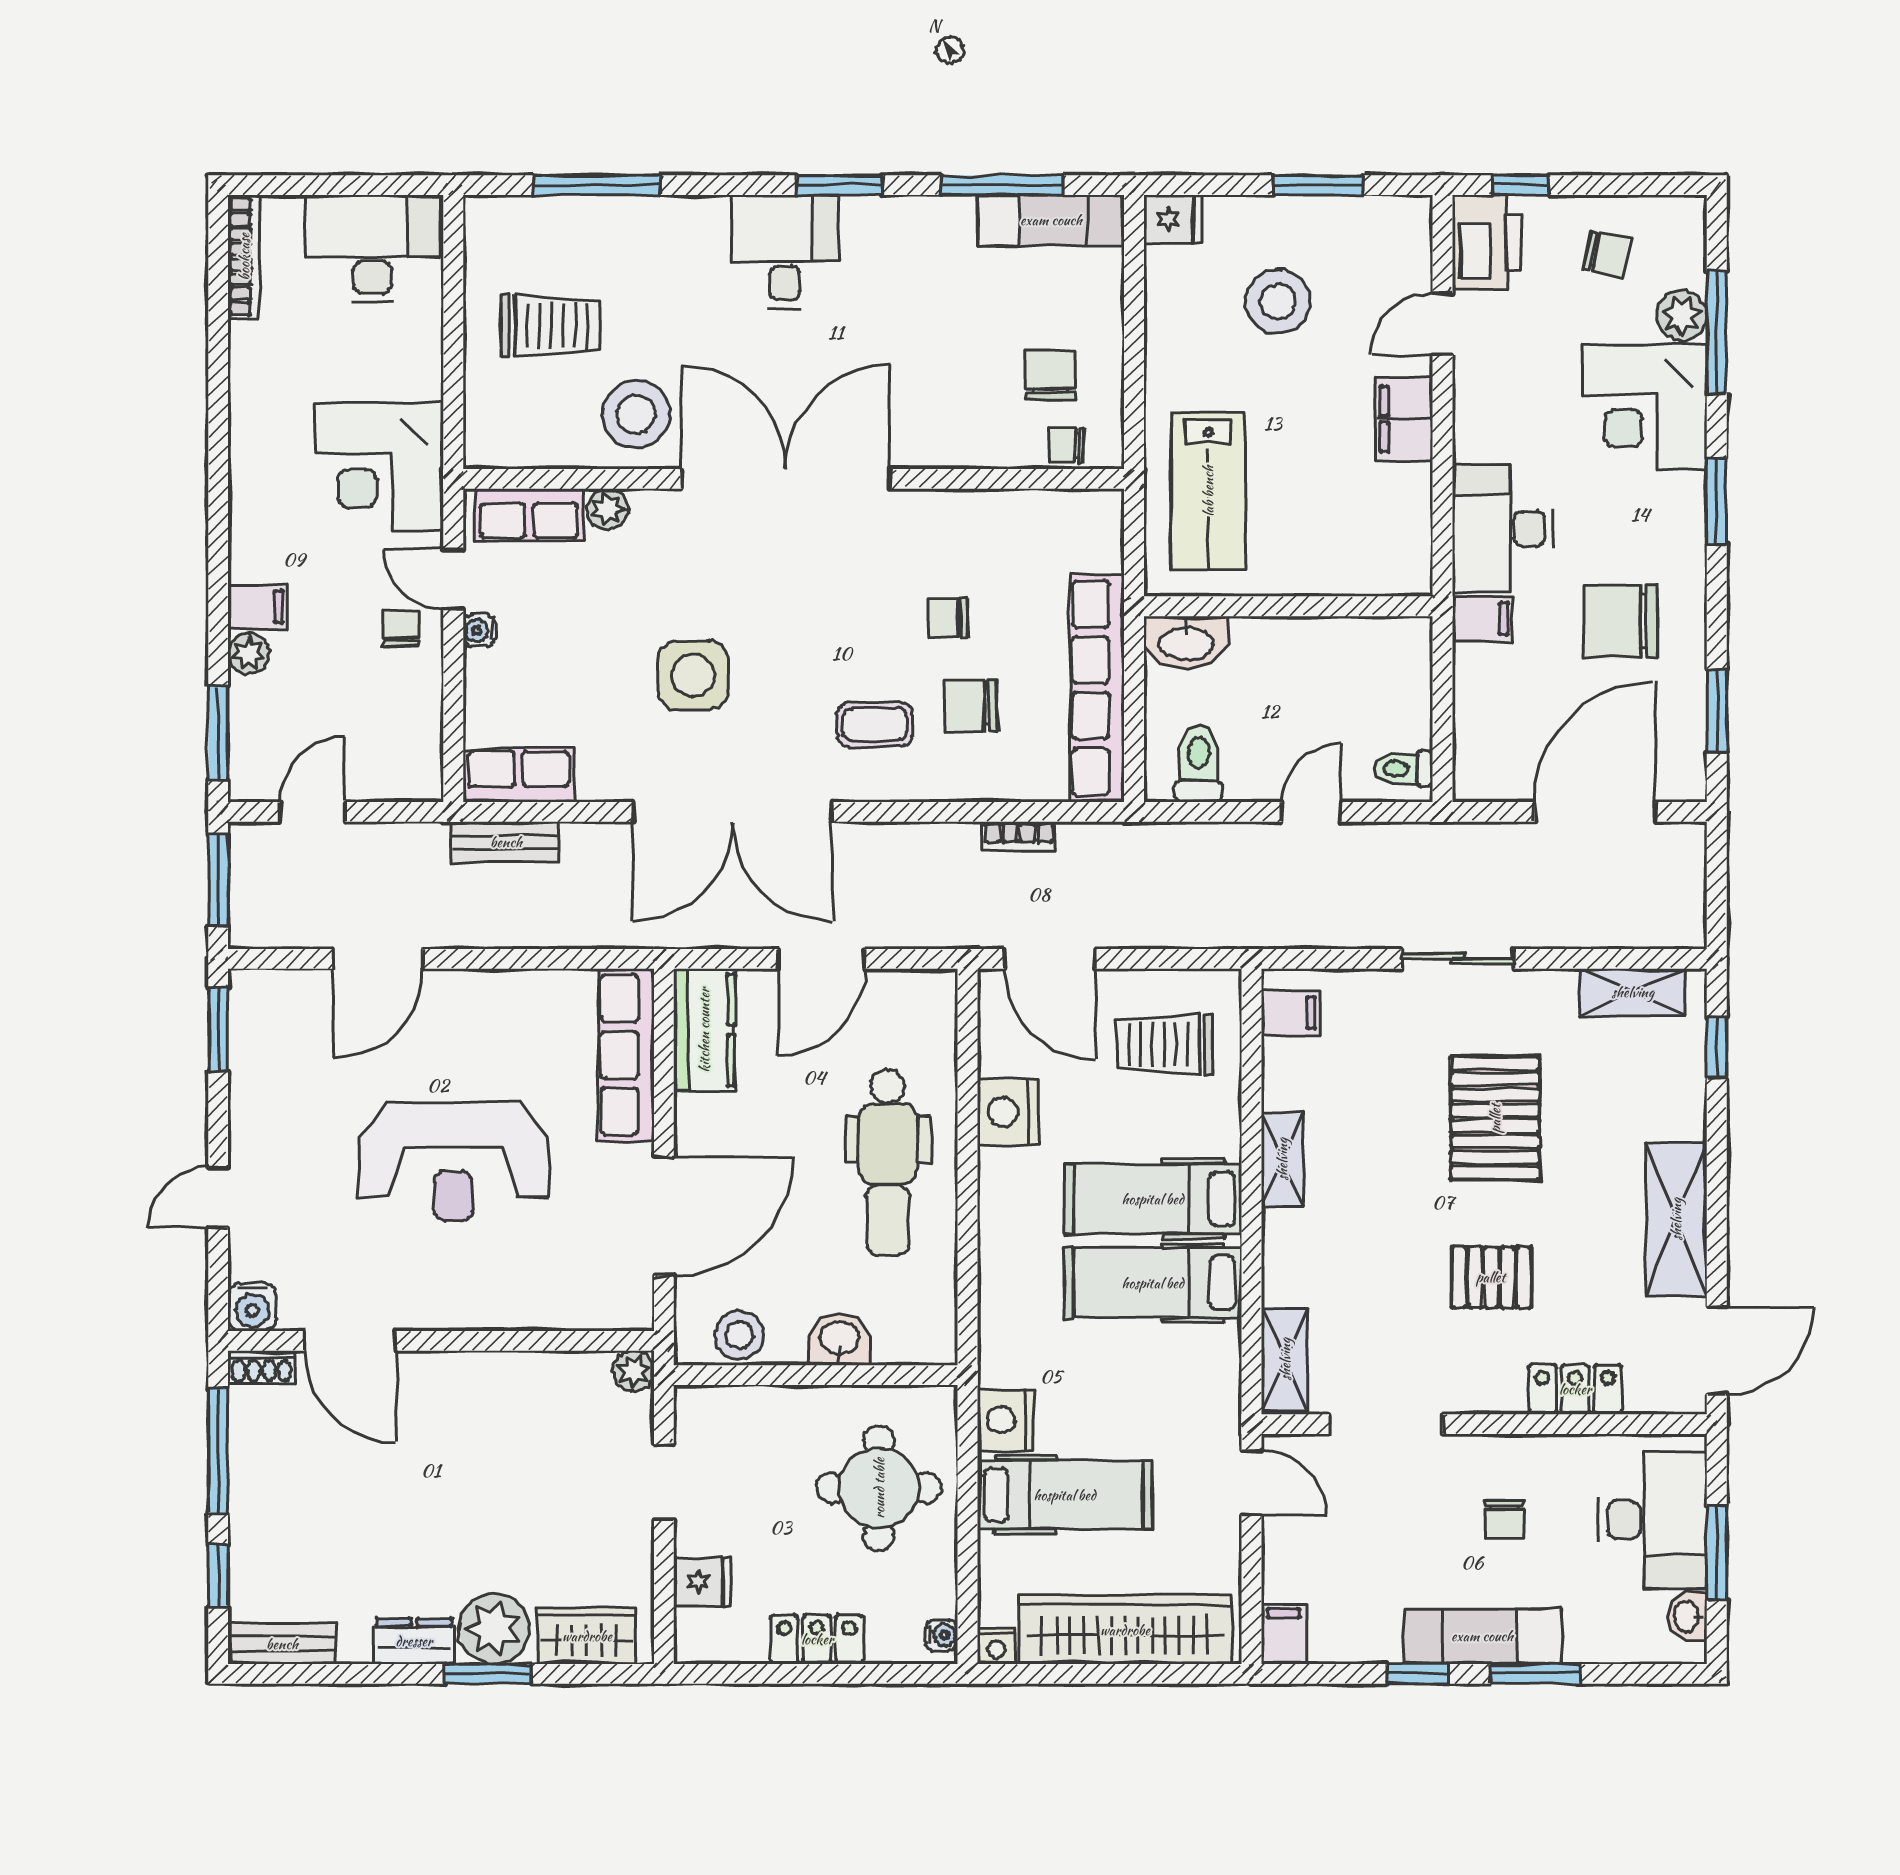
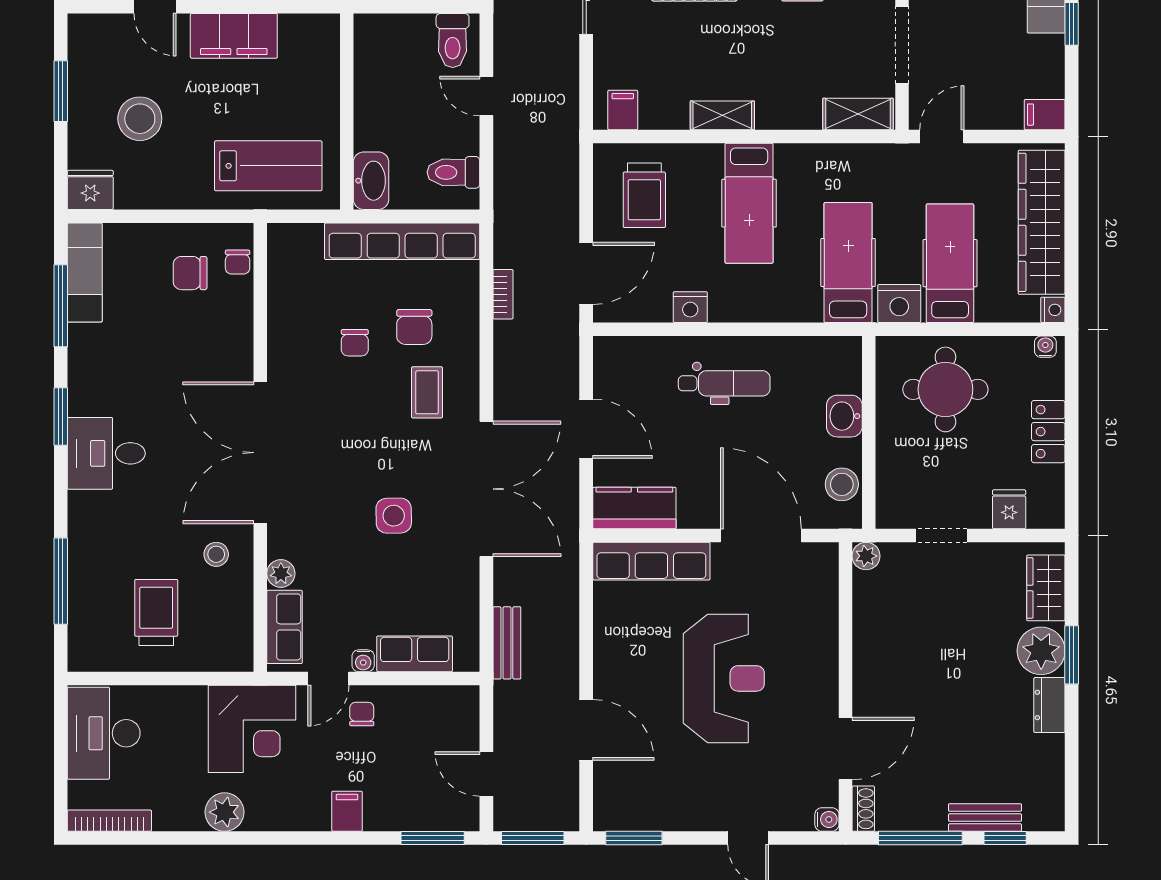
fridge: (1173, 219) -> (90, 190), width x1.38
stool: (636, 414) -> (216, 554), width x0.53, depth x0.53
filing cabinet: (1404, 419) -> (234, 36), width x1.50, depth x1.17
chair: (401, 628) -> (362, 714), turned 90
plant: (249, 654) -> (224, 812), moved, width x1.38, depth x1.38
side table: (693, 675) -> (394, 516), width x0.73, depth x0.73
toilet: (1404, 769) -> (453, 40), width x1.37, depth x1.39
row of seats: (519, 776) -> (415, 654), moved, turned 90
nightstand: (1008, 1112) -> (690, 307), width x0.74, depth x0.75
dental chair: (888, 1162) -> (724, 383), width x0.73, depth x0.72
hospital bed: (1153, 1283) -> (848, 262), moved, turned 180
water cooler: (252, 1307) -> (827, 819), width x0.72, depth x0.72
bench: (282, 1644) -> (985, 818), moved, turned 90

